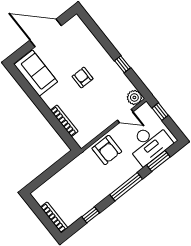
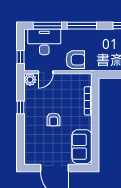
door: (125, 116) -> (46, 72), swing flipped
armchair: (107, 150) -> (75, 60), turned 90
window: (158, 161) -> (47, 26), width x1.44

